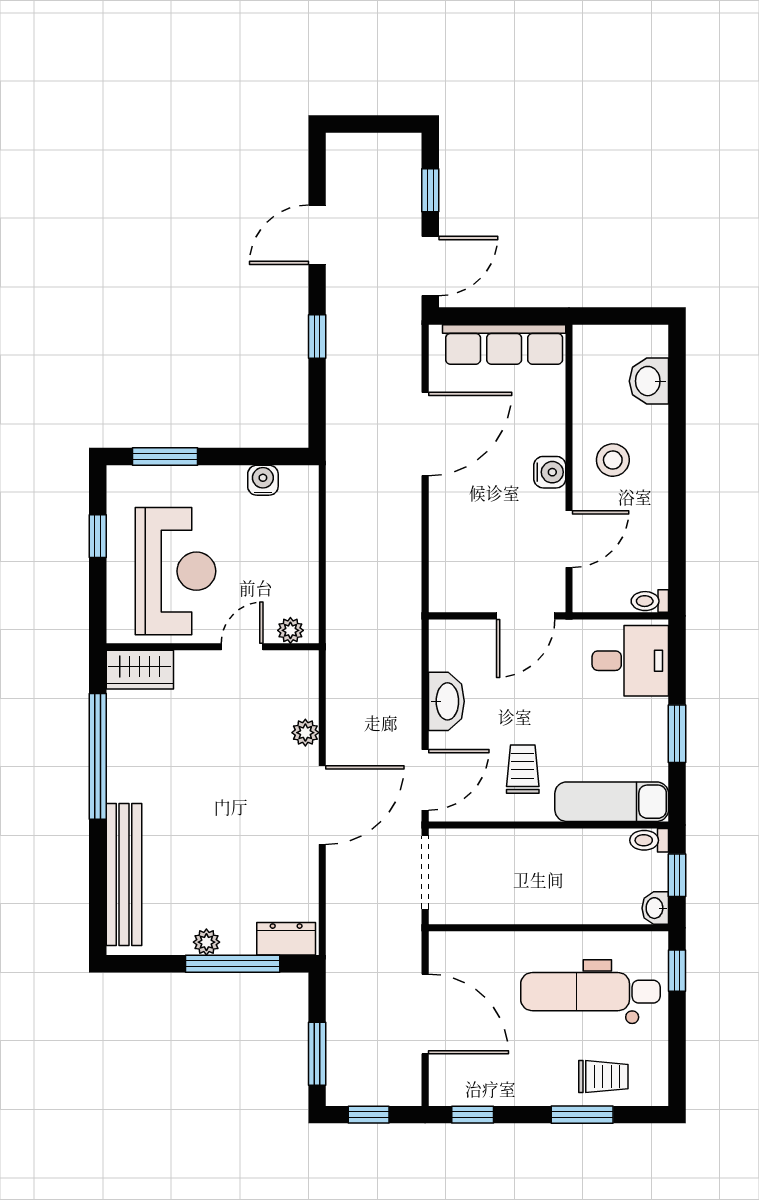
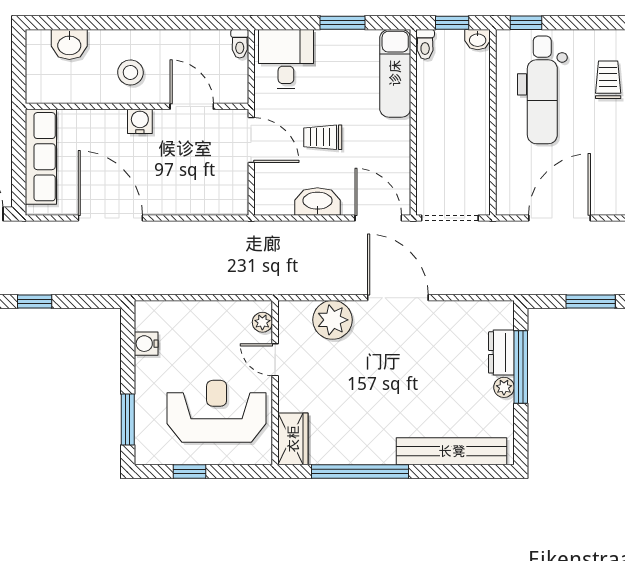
plant: (305, 733) -> (332, 320), width x1.88, depth x1.88
trolley: (523, 769) -> (323, 137), moved
dresser: (286, 939) -> (501, 352), moved

